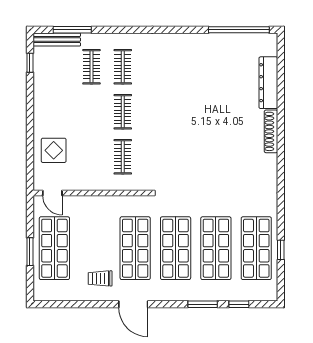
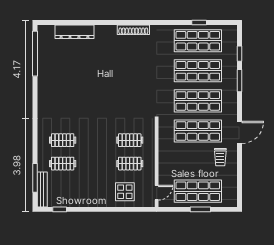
clothes rail: (123, 112) -> (130, 164), moved
shoe rack: (271, 131) -> (133, 30), moved

